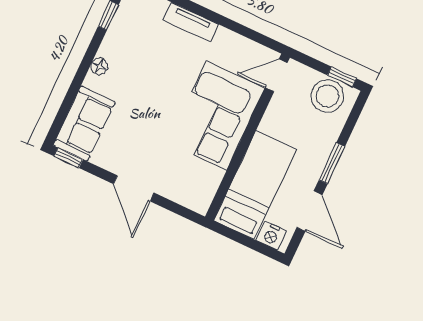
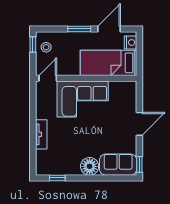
floor lamp: (99, 66) -> (90, 166), width x1.89, depth x1.89
door: (276, 75) -> (48, 78), swing flipped
stool: (328, 96) -> (46, 47), width x0.53, depth x0.53

